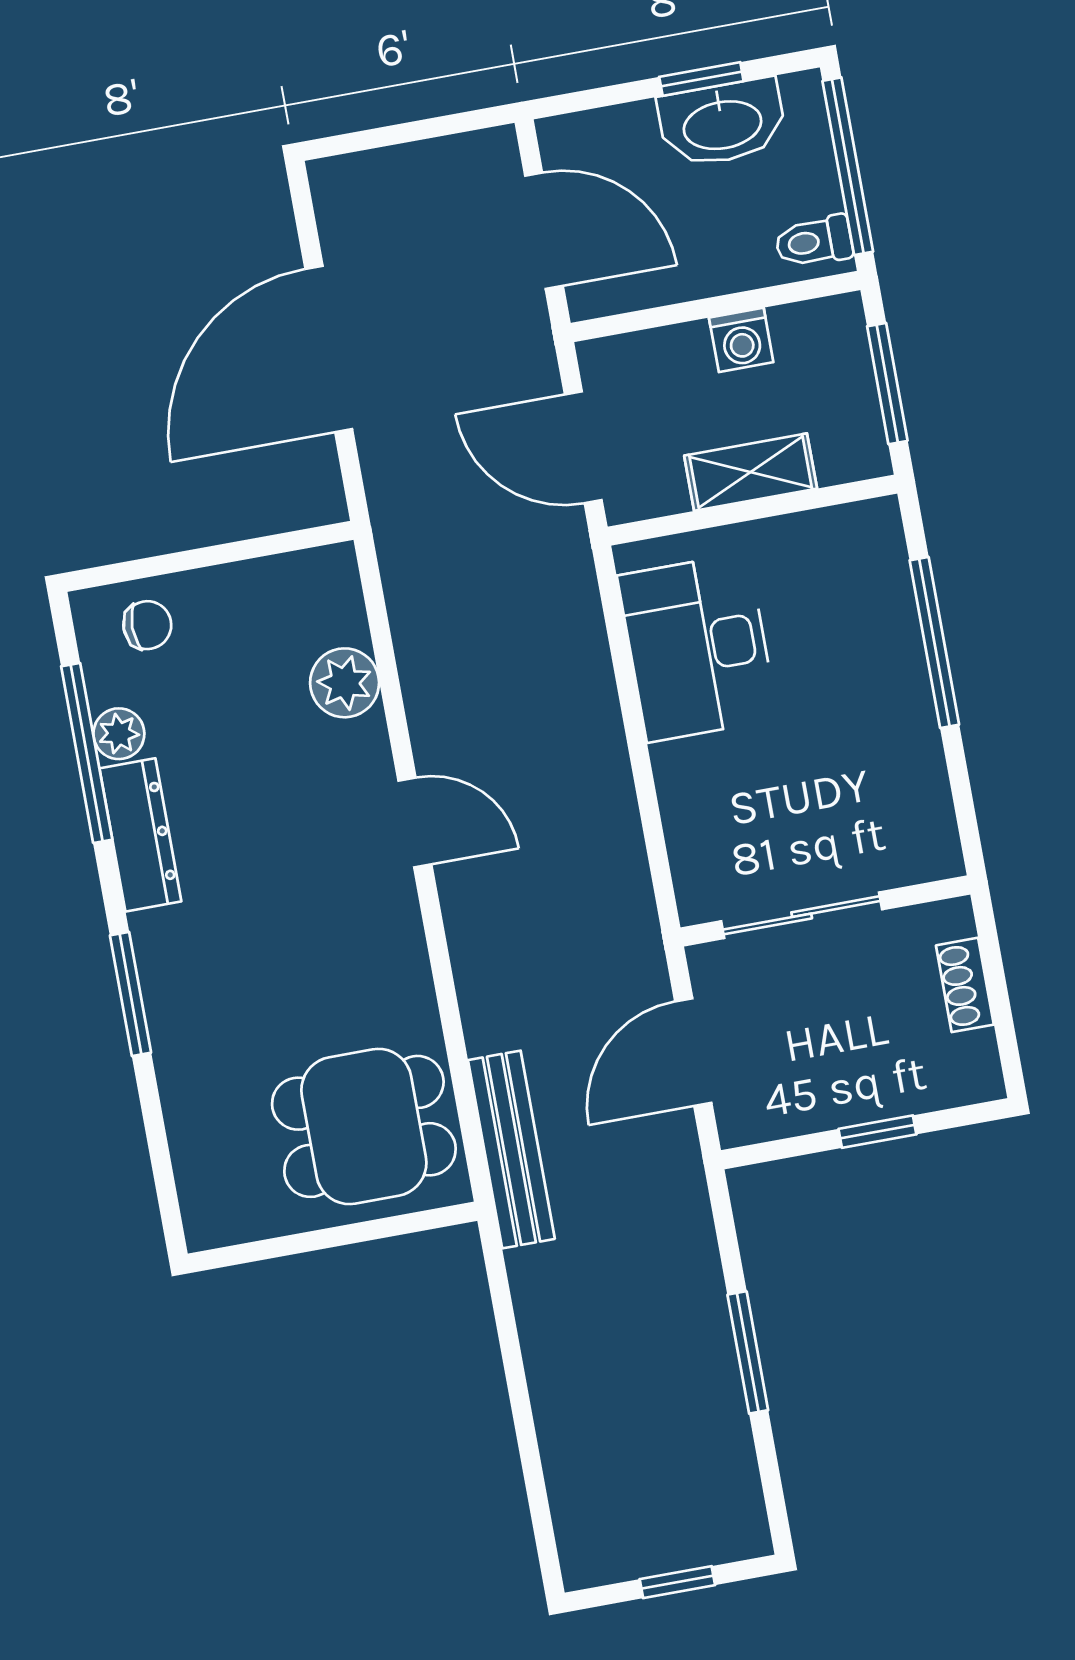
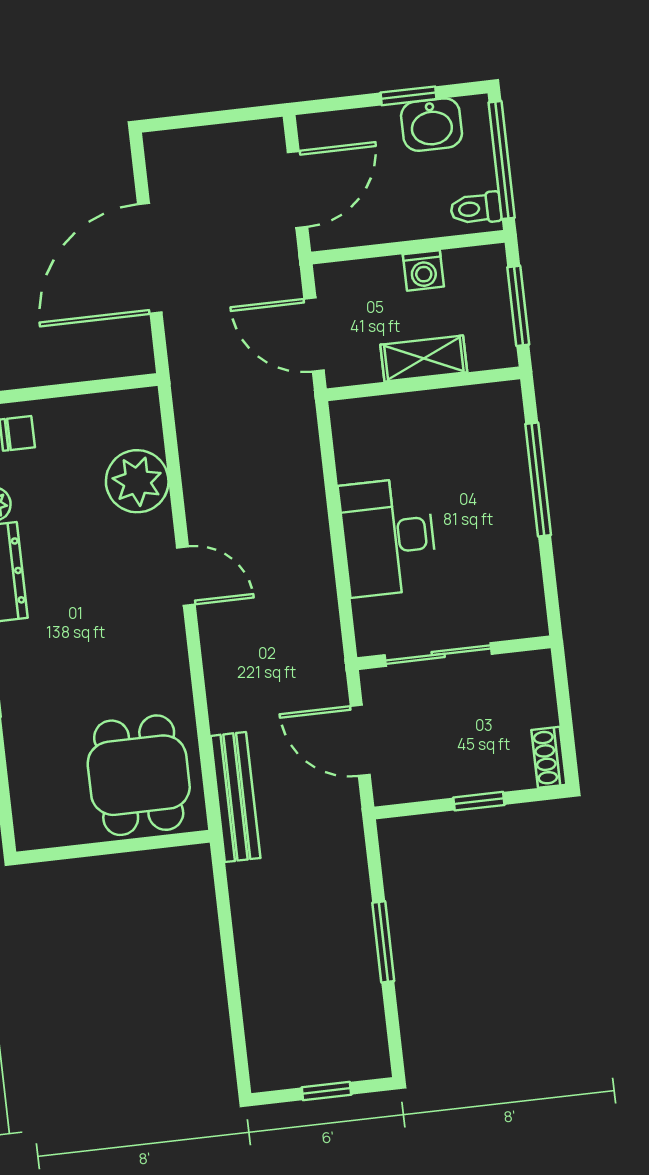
washbasin: (722, 123) -> (432, 125), width x0.72
door: (544, 231) -> (297, 189), hinge flipped
desk: (697, 647) -> (388, 537), moved
plant: (345, 683) -> (137, 481), width x1.36, depth x1.36
shoe rack: (965, 985) -> (549, 757), moved
door: (693, 1052) -> (360, 740), hinge flipped
dining table: (364, 1126) -> (139, 775), turned 90

